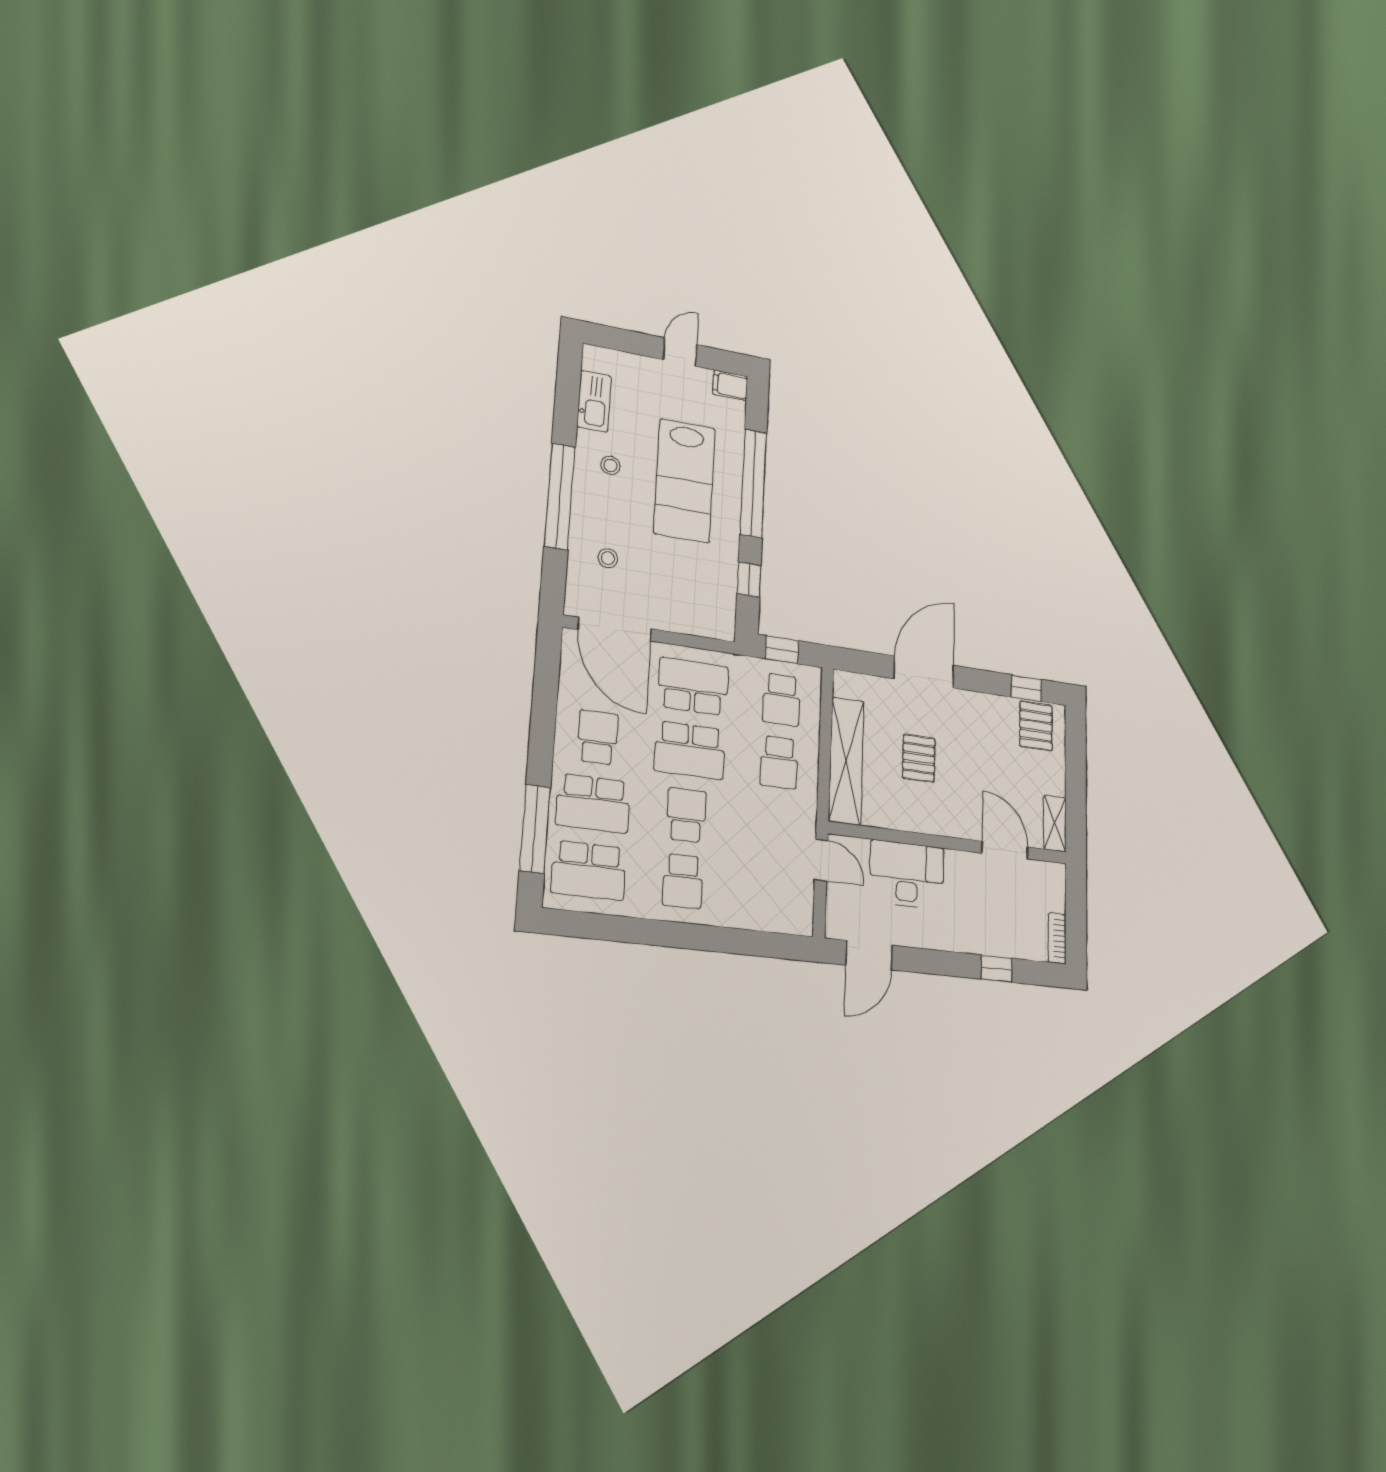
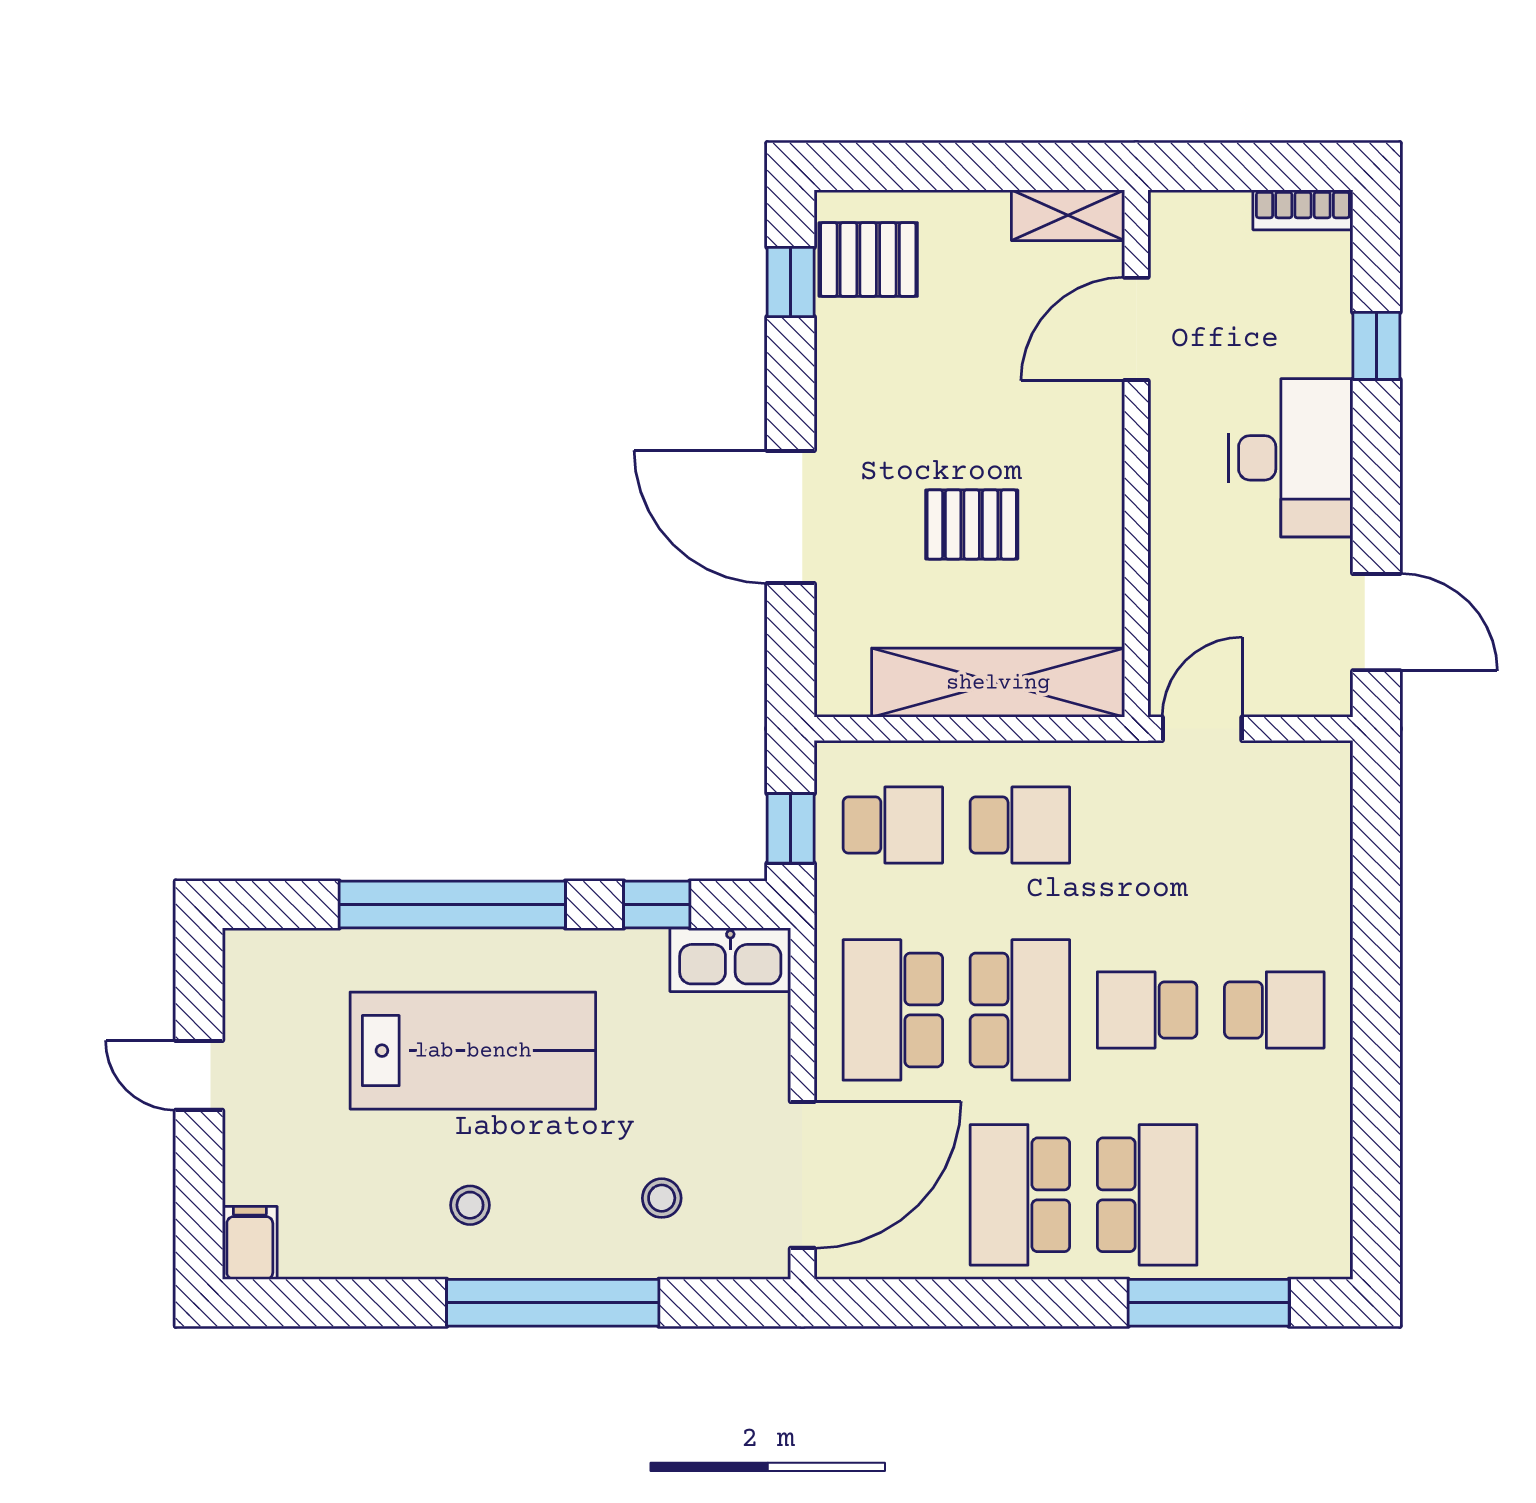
filing cabinet: (730, 385) -> (250, 1243), moved, turned 180
kitchen sink: (594, 401) -> (730, 960), moved, turned 180
school desk: (598, 737) -> (1020, 1195), width x1.85
school desk: (589, 870) -> (1274, 1195), removed
desk: (907, 875) -> (1291, 458), moved, turned 180

